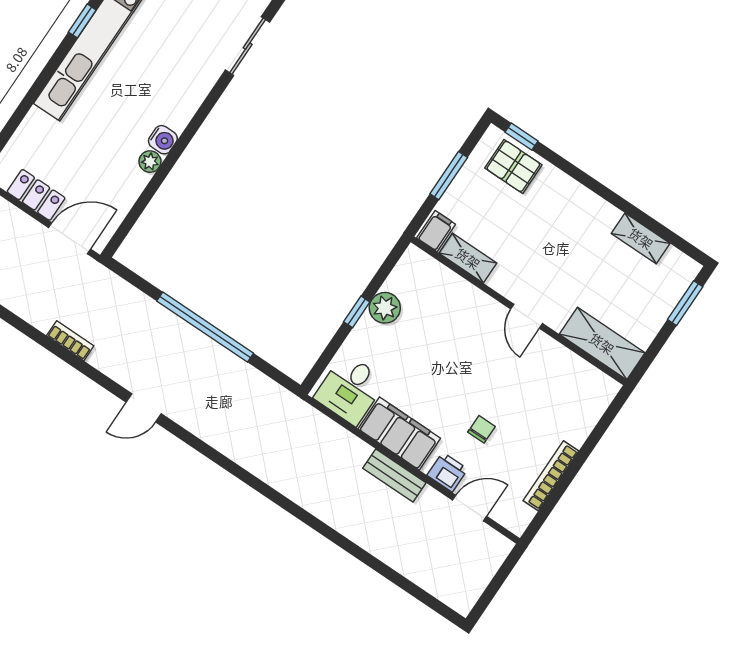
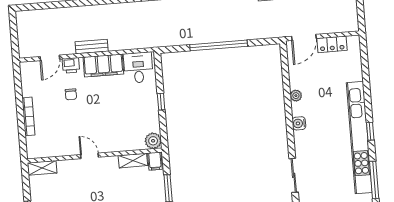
water cooler: (163, 140) -> (299, 123), moved
plant: (385, 308) -> (153, 141), moved
shelving: (602, 343) -> (42, 168), width x0.67, depth x0.75
bookcase: (551, 476) -> (28, 116), moved

